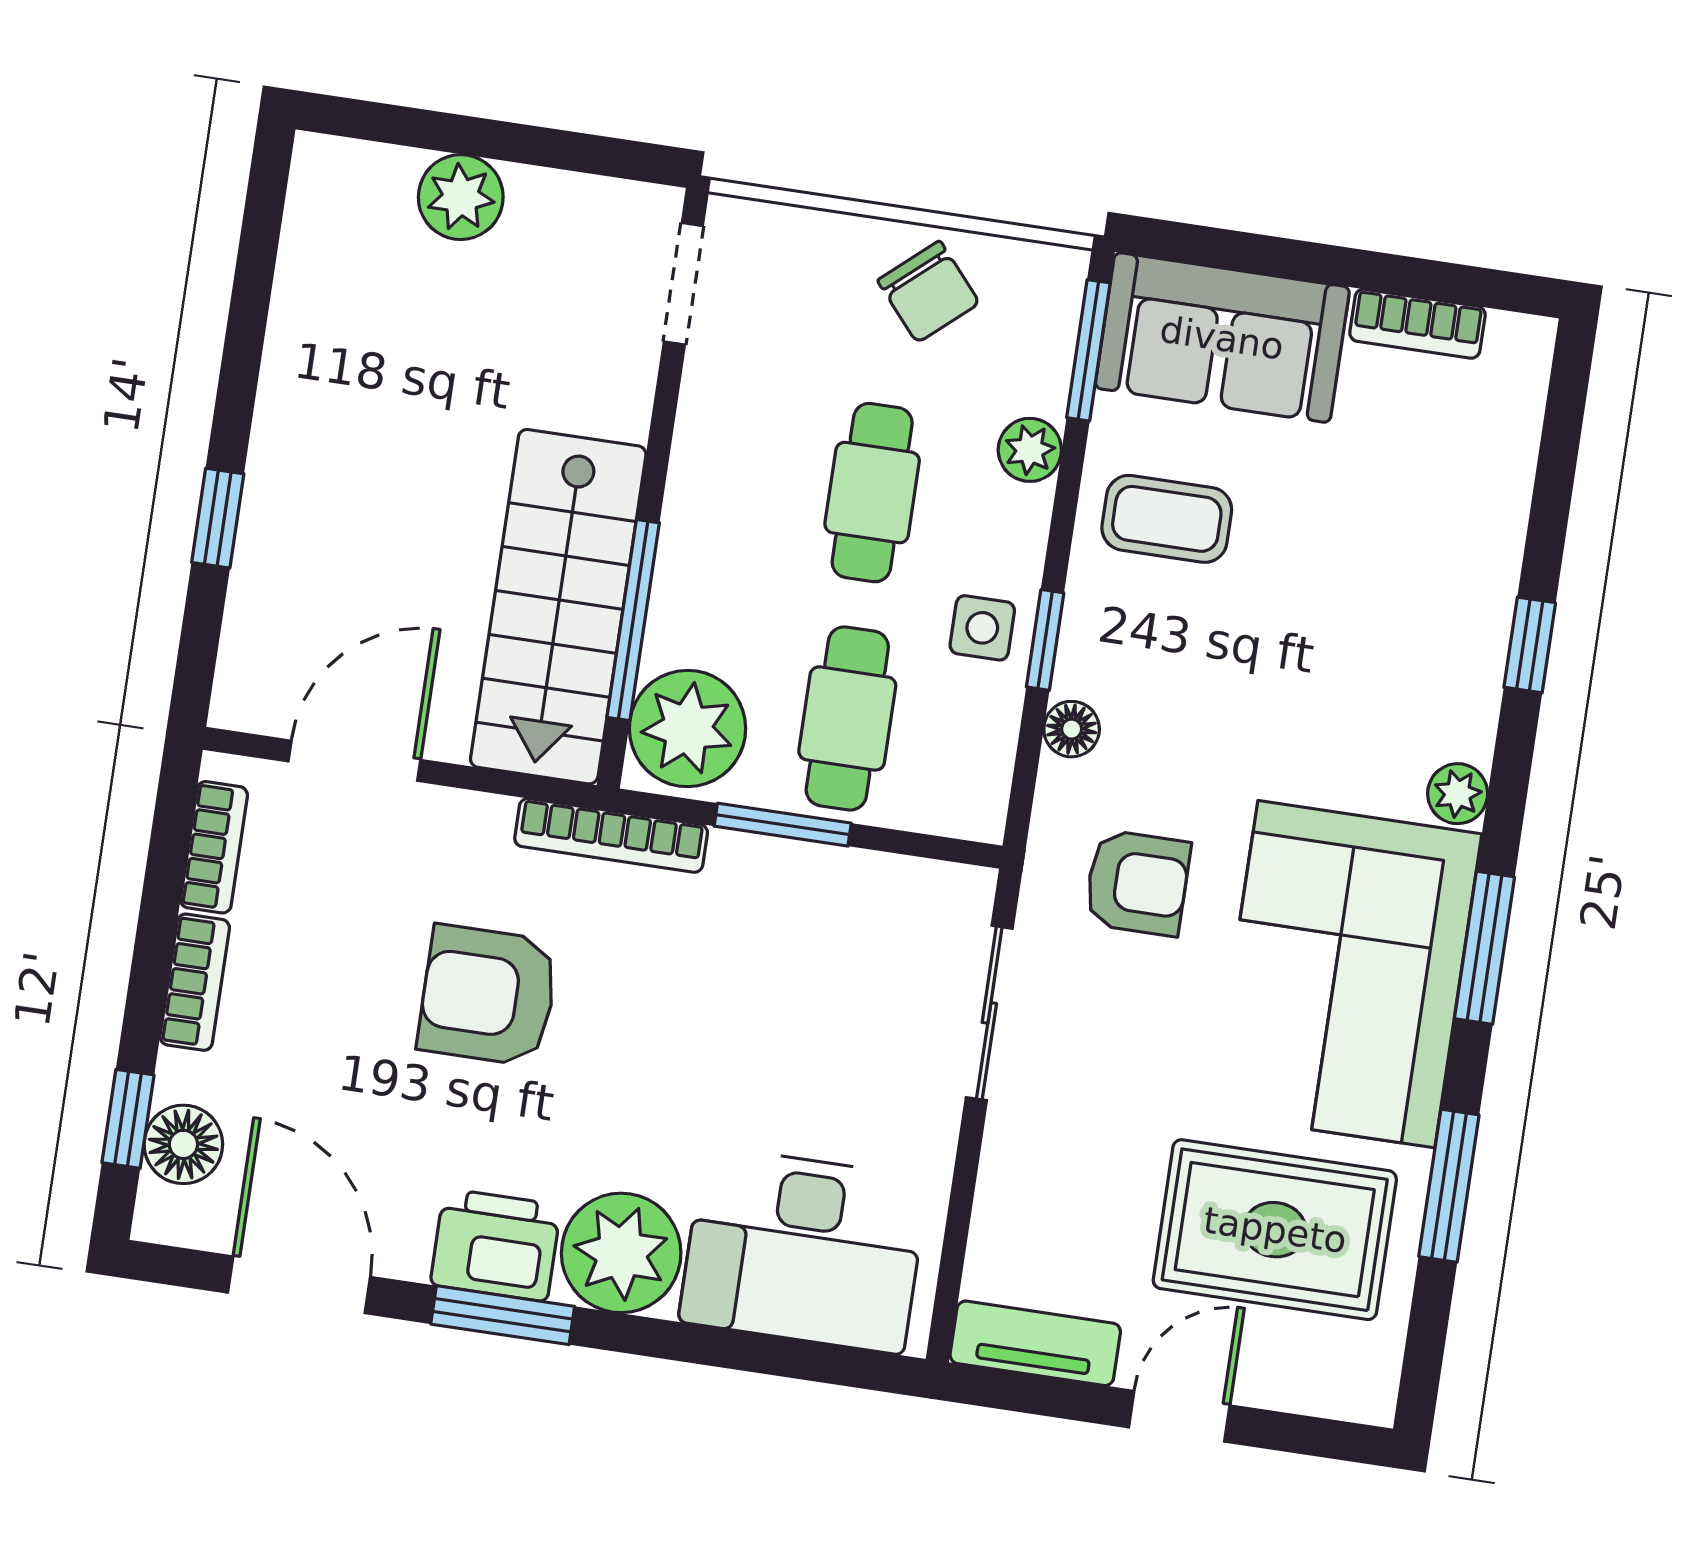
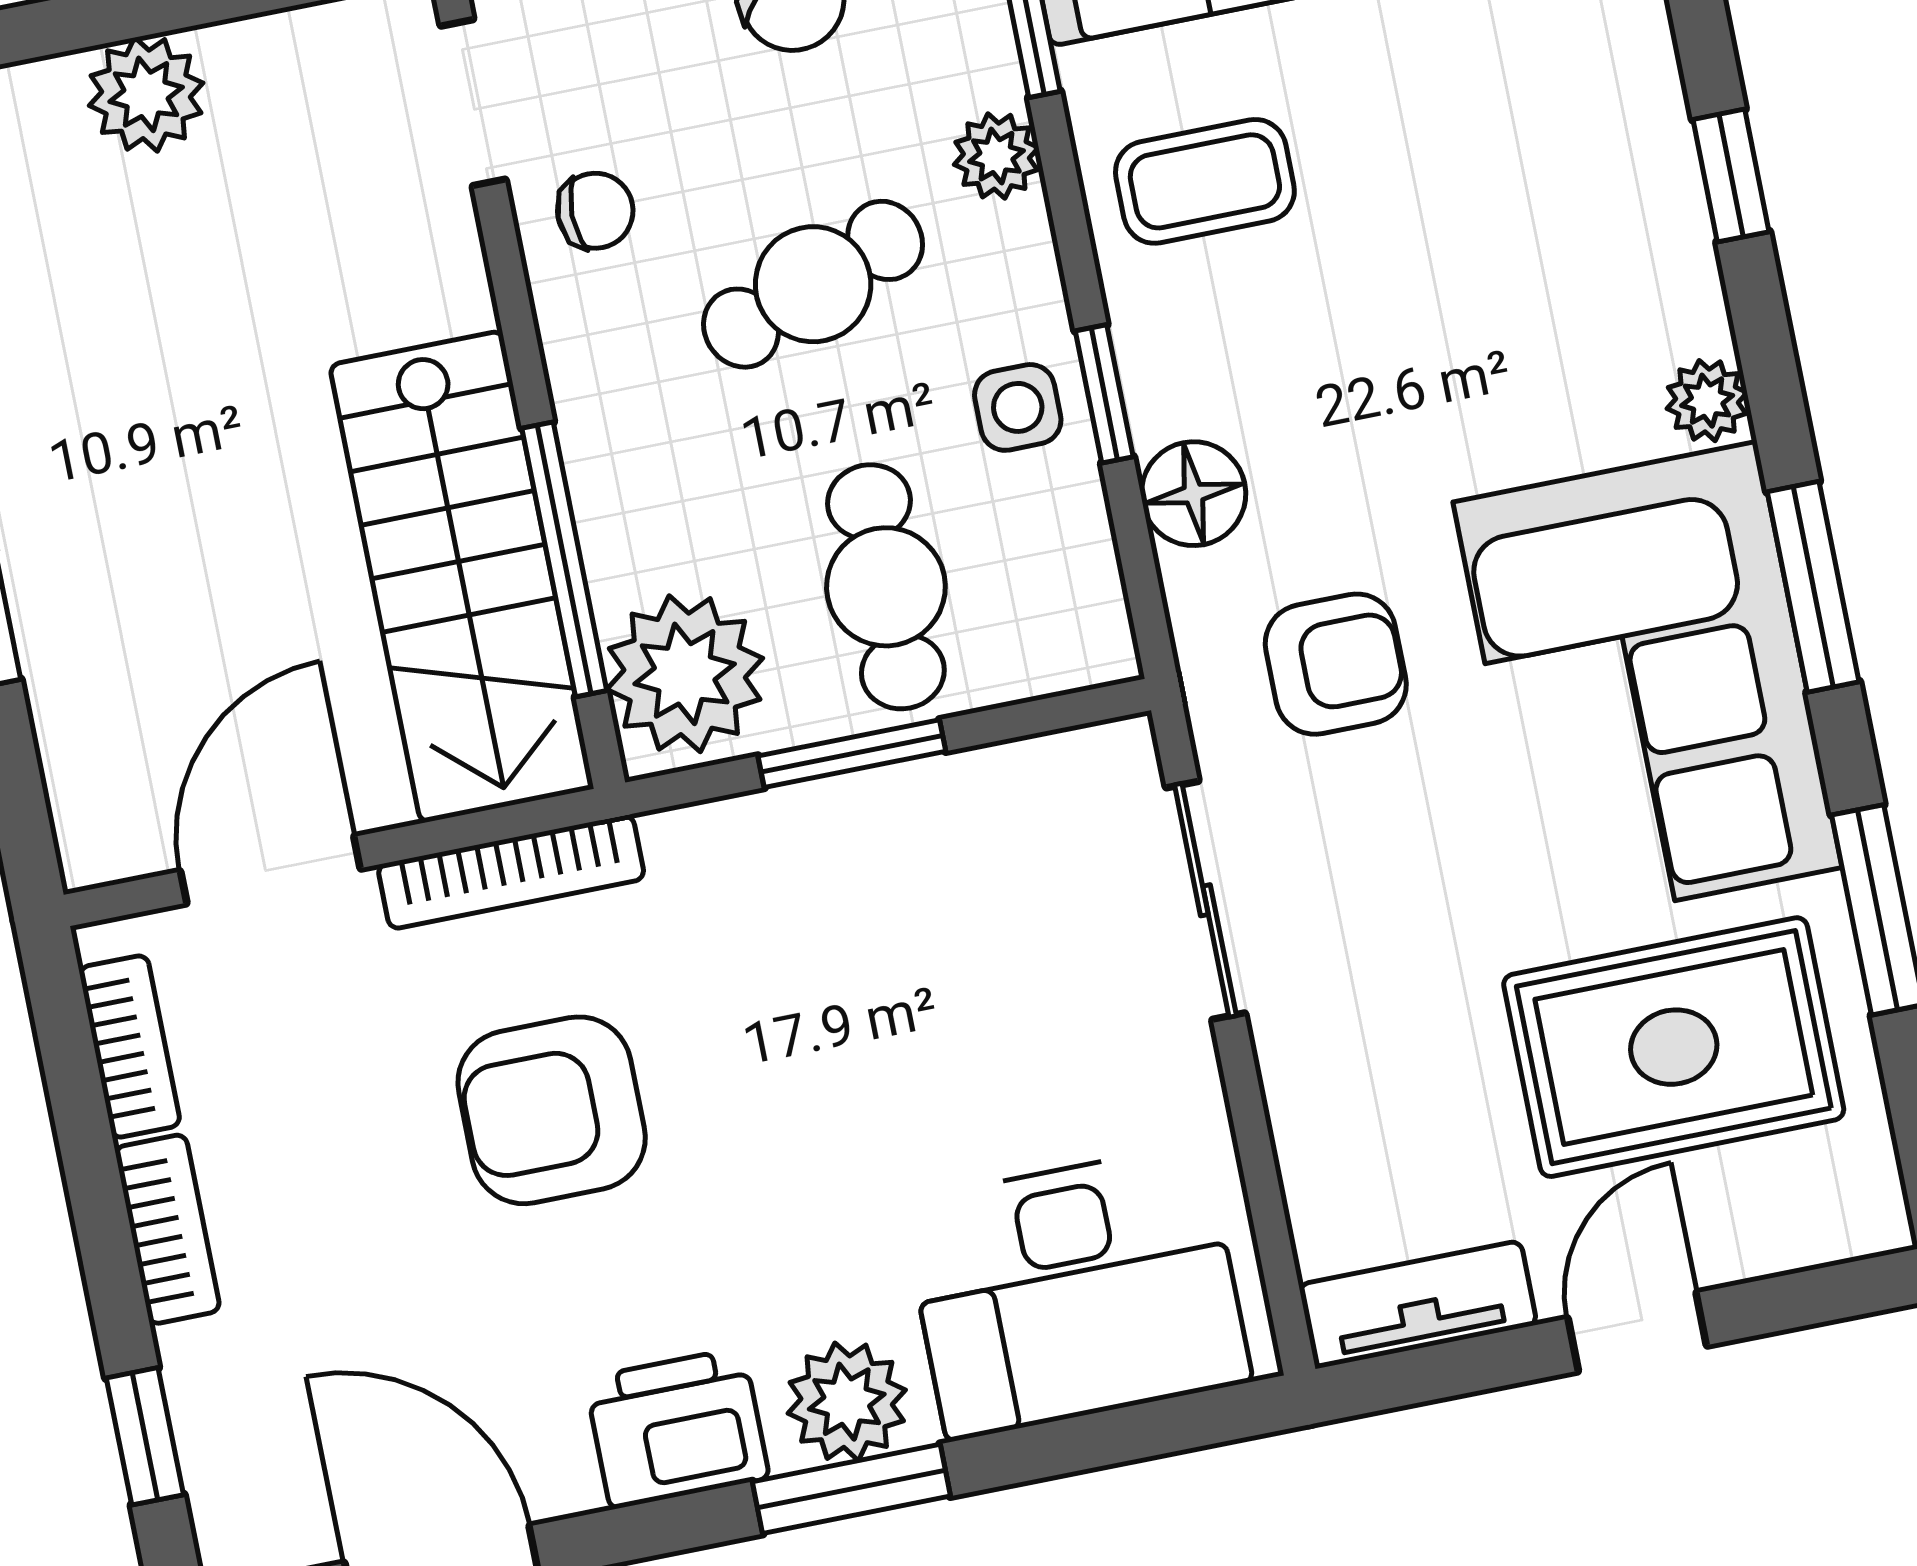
chair: (741, 388) -> (595, 211), added
cafe table: (872, 493) -> (813, 284), turned 70
floor lamp: (1072, 729) -> (1194, 494), width x1.37, depth x1.37
bookcase: (611, 835) -> (511, 872), moved
floor lamp: (183, 1144) -> (228, 1443), removed
plant: (621, 1253) -> (847, 1402), width x0.73, depth x0.73
window: (503, 1315) -> (851, 1489), moved

